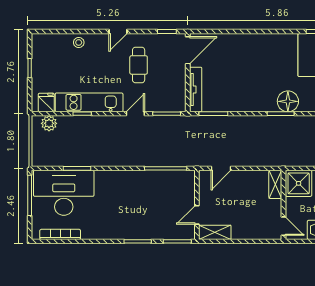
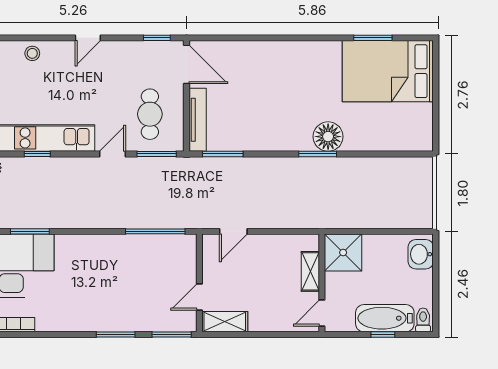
door: (188, 50) -> (186, 64), hinge flipped
cafe table: (139, 65) -> (150, 114), moved
shelving: (275, 184) -> (310, 271), moved
door: (284, 226) -> (322, 313), swing flipped

